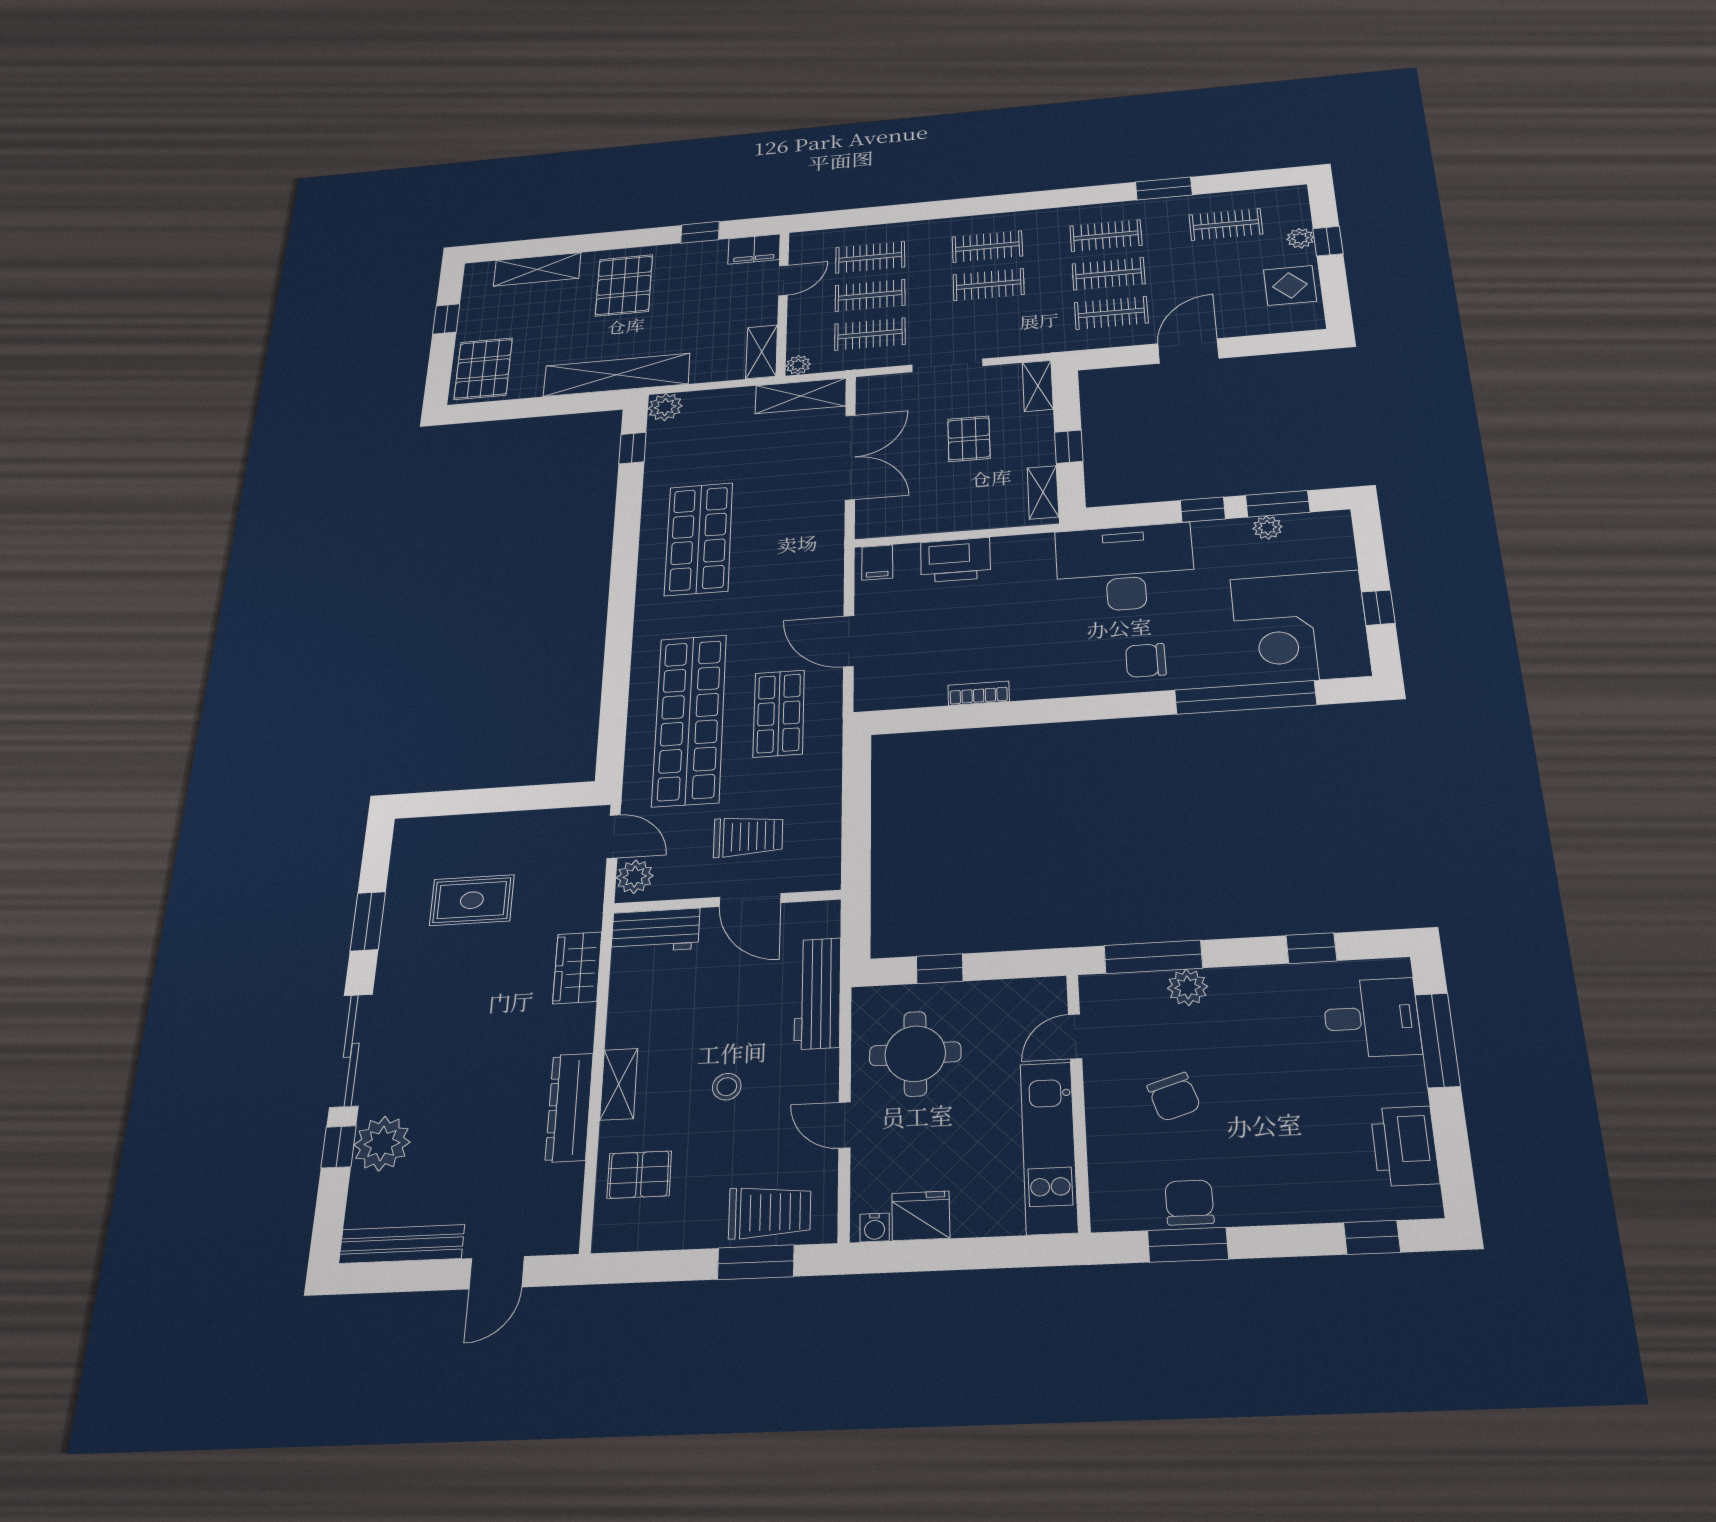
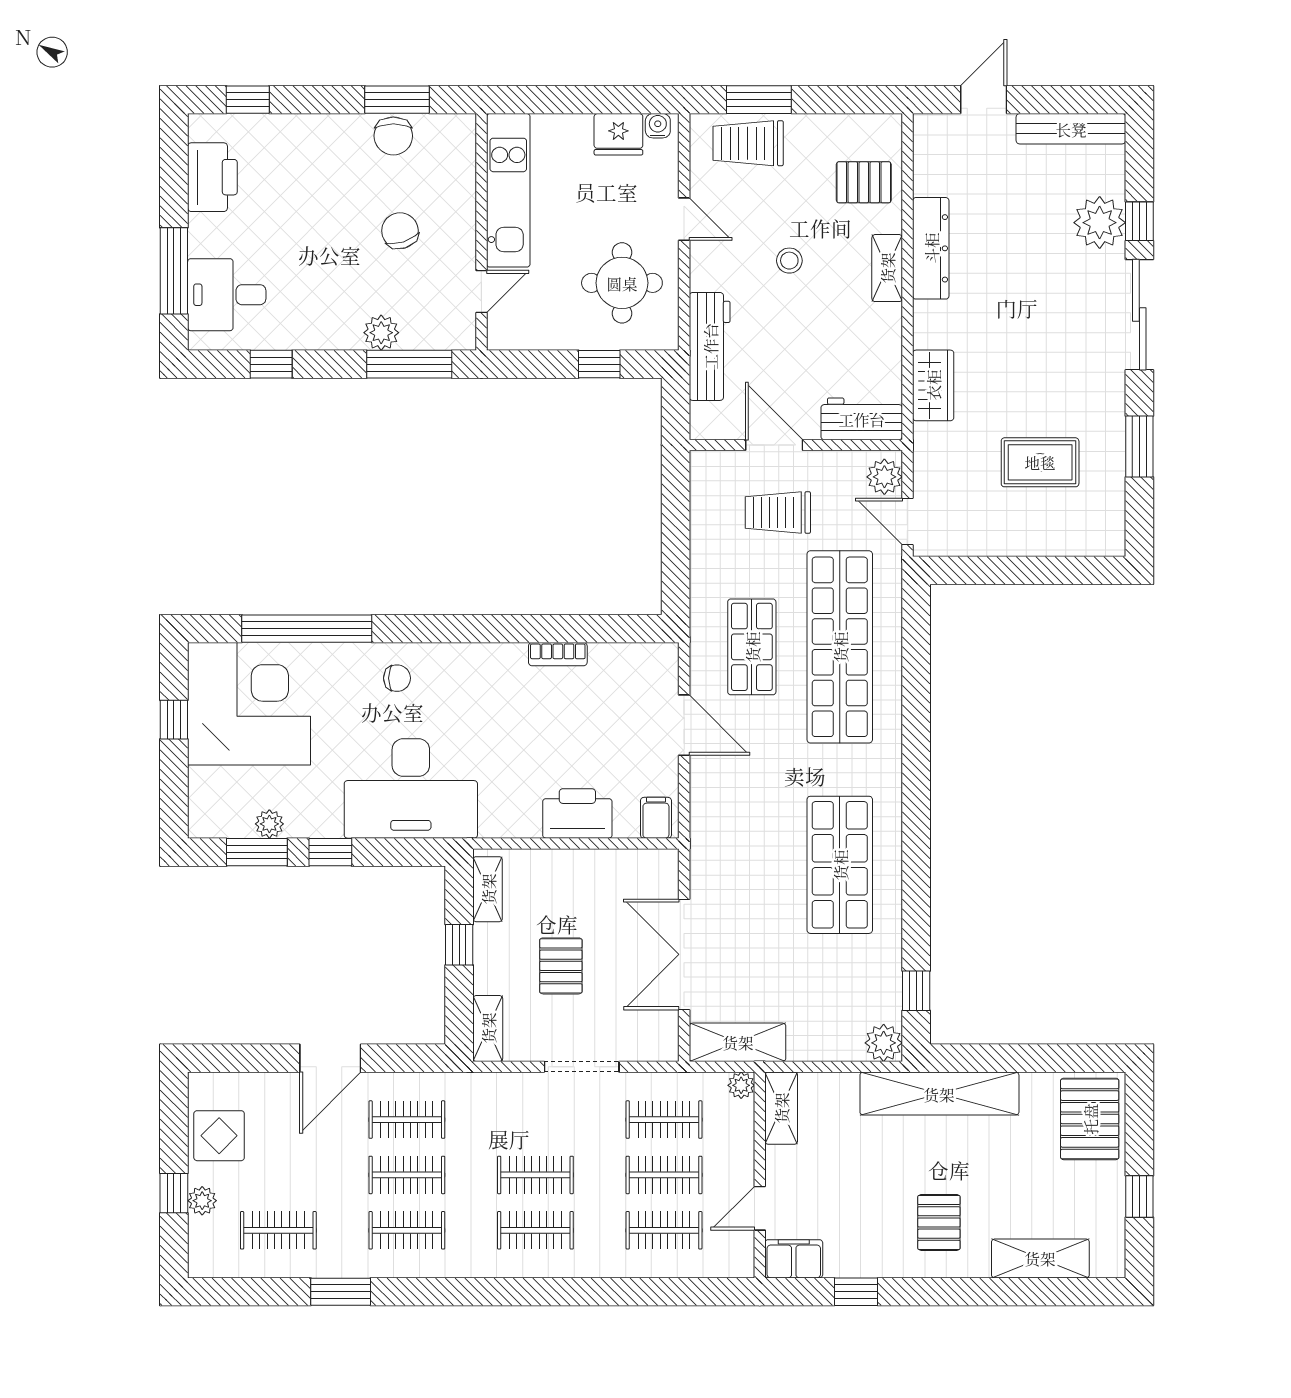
pallet: (624, 285) -> (939, 1222), width x0.67, depth x0.71
chair: (1146, 660) -> (397, 678), width x0.73, depth x0.73

